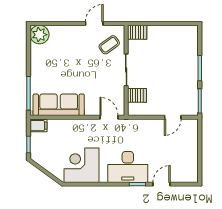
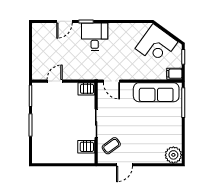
server rack: (137, 32) -> (86, 147), moved
server rack: (137, 95) -> (86, 89), moved
corner desk: (81, 165) -> (157, 45), moved, turned 36
desk: (128, 167) -> (95, 37), width x0.73

